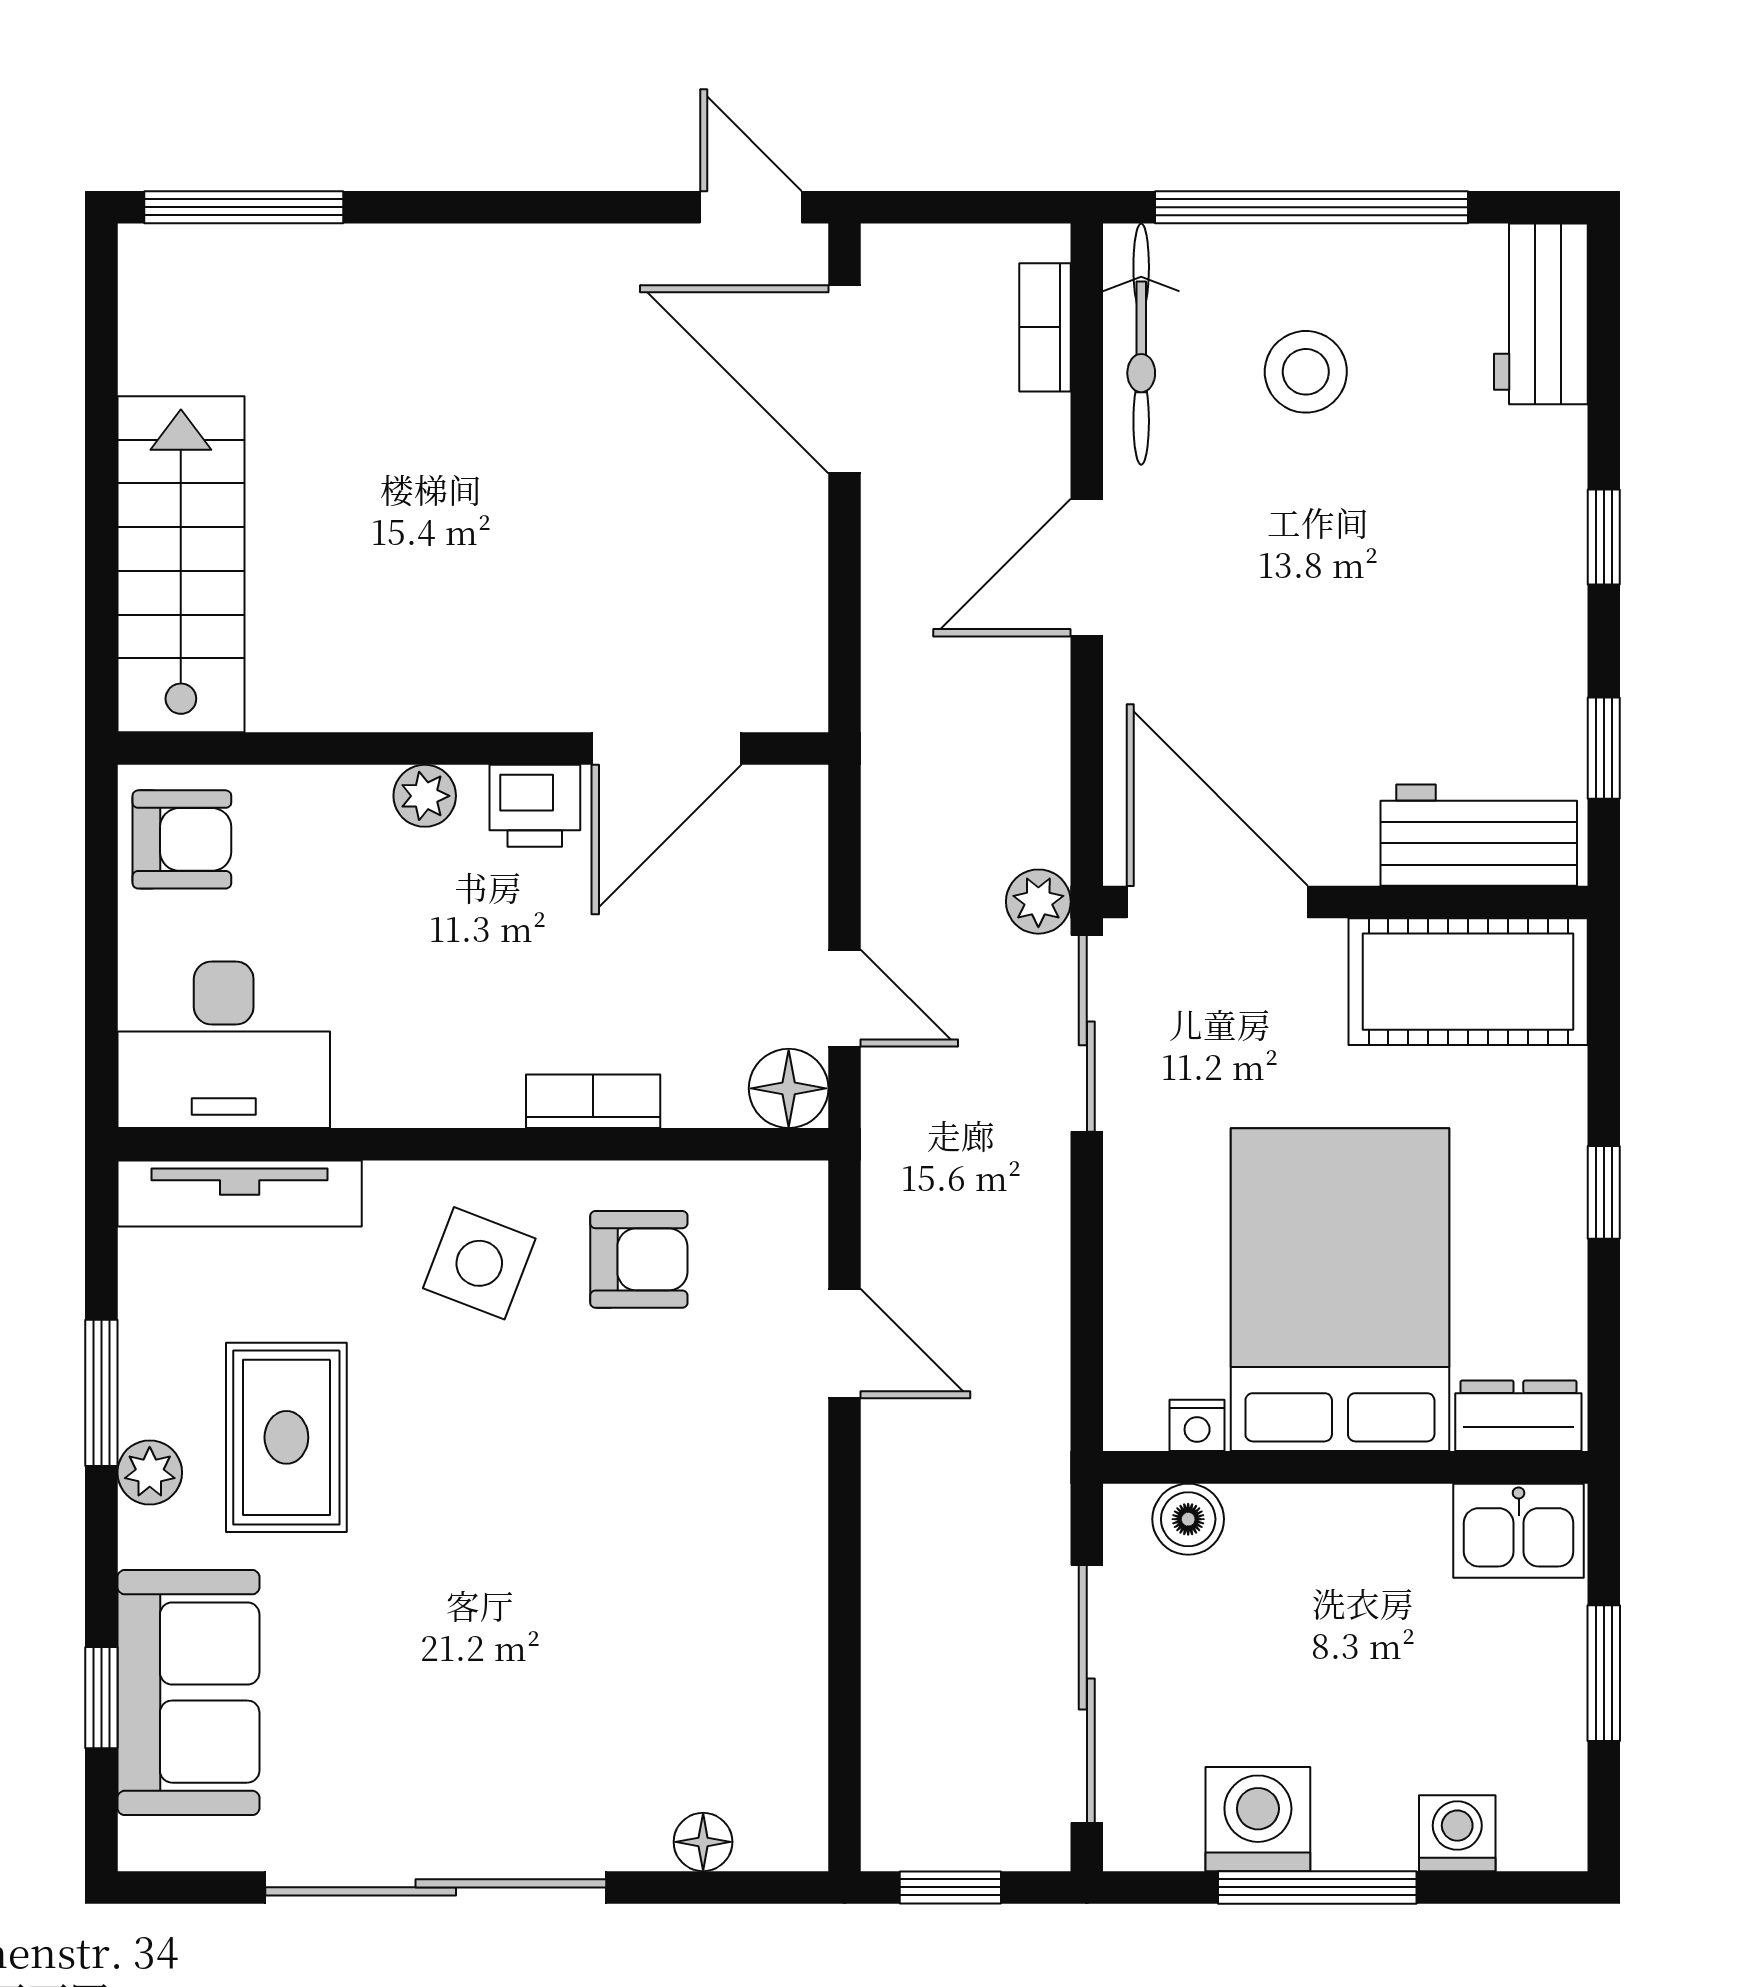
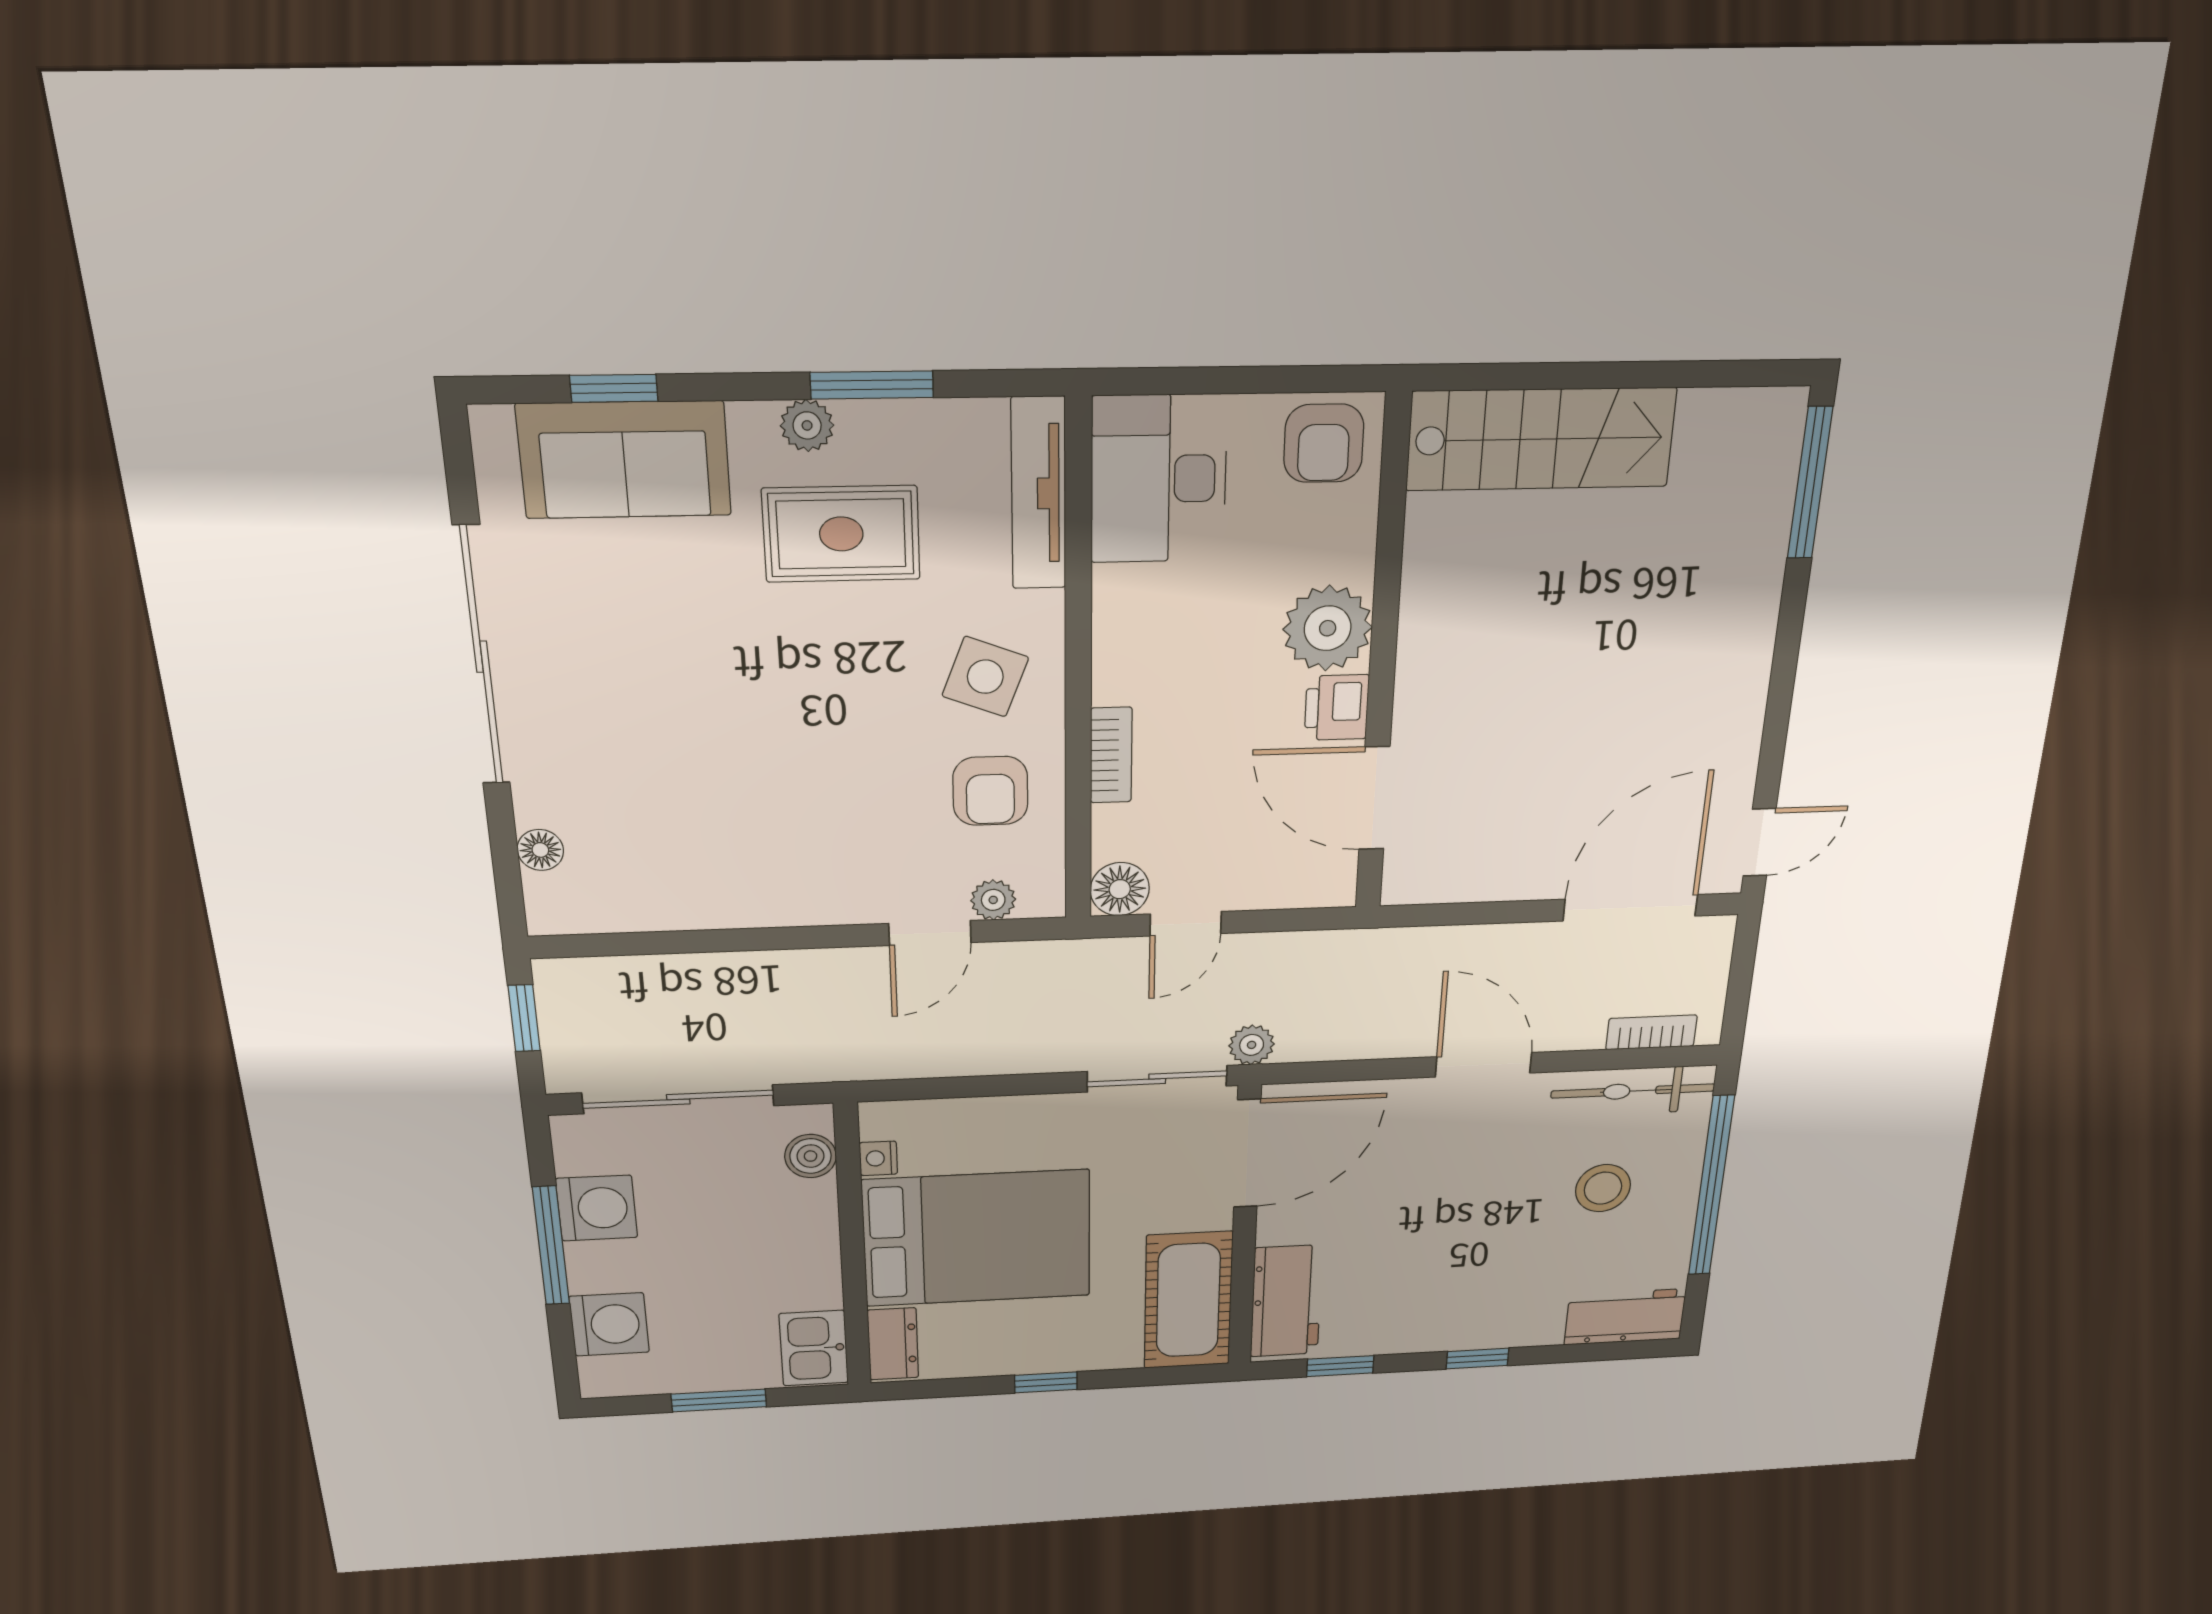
plant: (425, 796) -> (1328, 628), width x1.88, depth x1.88
plant: (798, 1258) -> (993, 900), added
washing machine: (1457, 1833) -> (609, 1324), width x1.38, depth x1.38

